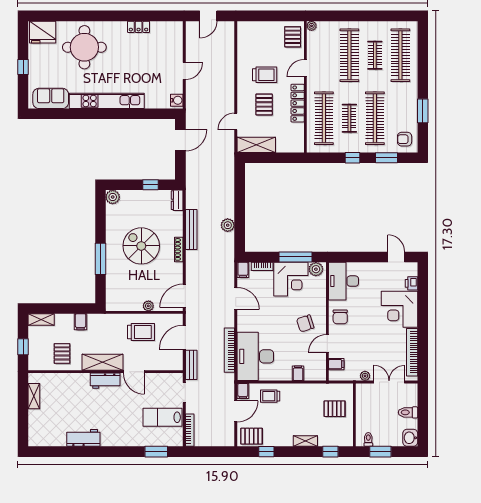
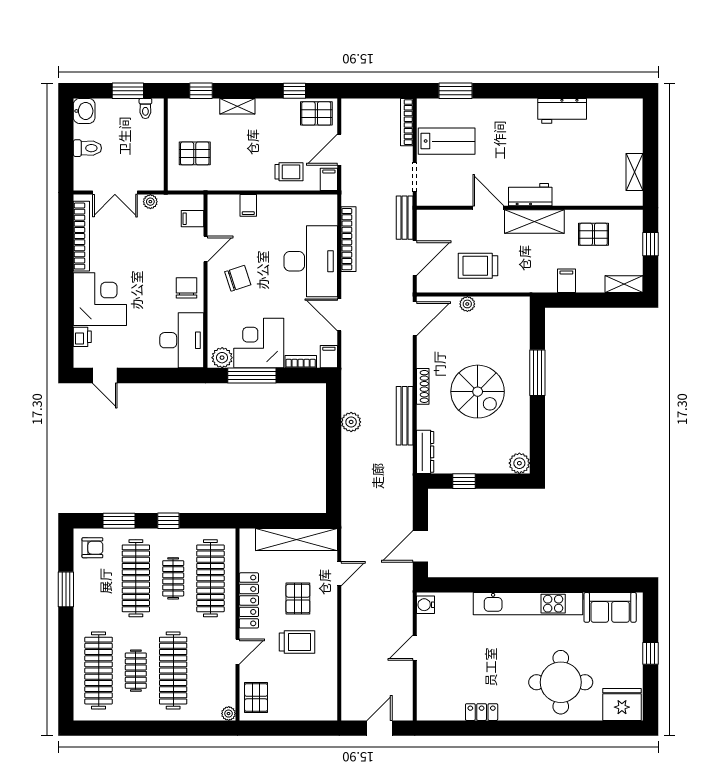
trolley: (265, 75) -> (297, 642), turned 180
shelving: (256, 145) -> (296, 539), width x1.47
dresser: (177, 200) -> (425, 452), width x1.44
pallet: (62, 353) -> (593, 234), turned 90
desk: (255, 356) -> (311, 261), moved

